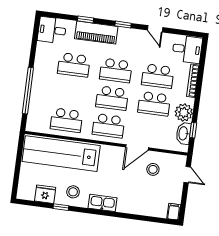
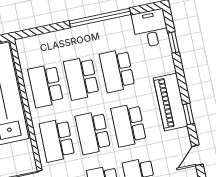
window: (85, 19) -> (174, 42), moved
piano: (96, 33) -> (171, 102), moved
window: (28, 91) -> (100, 18), moved
school desk: (70, 92) -> (81, 78), added

